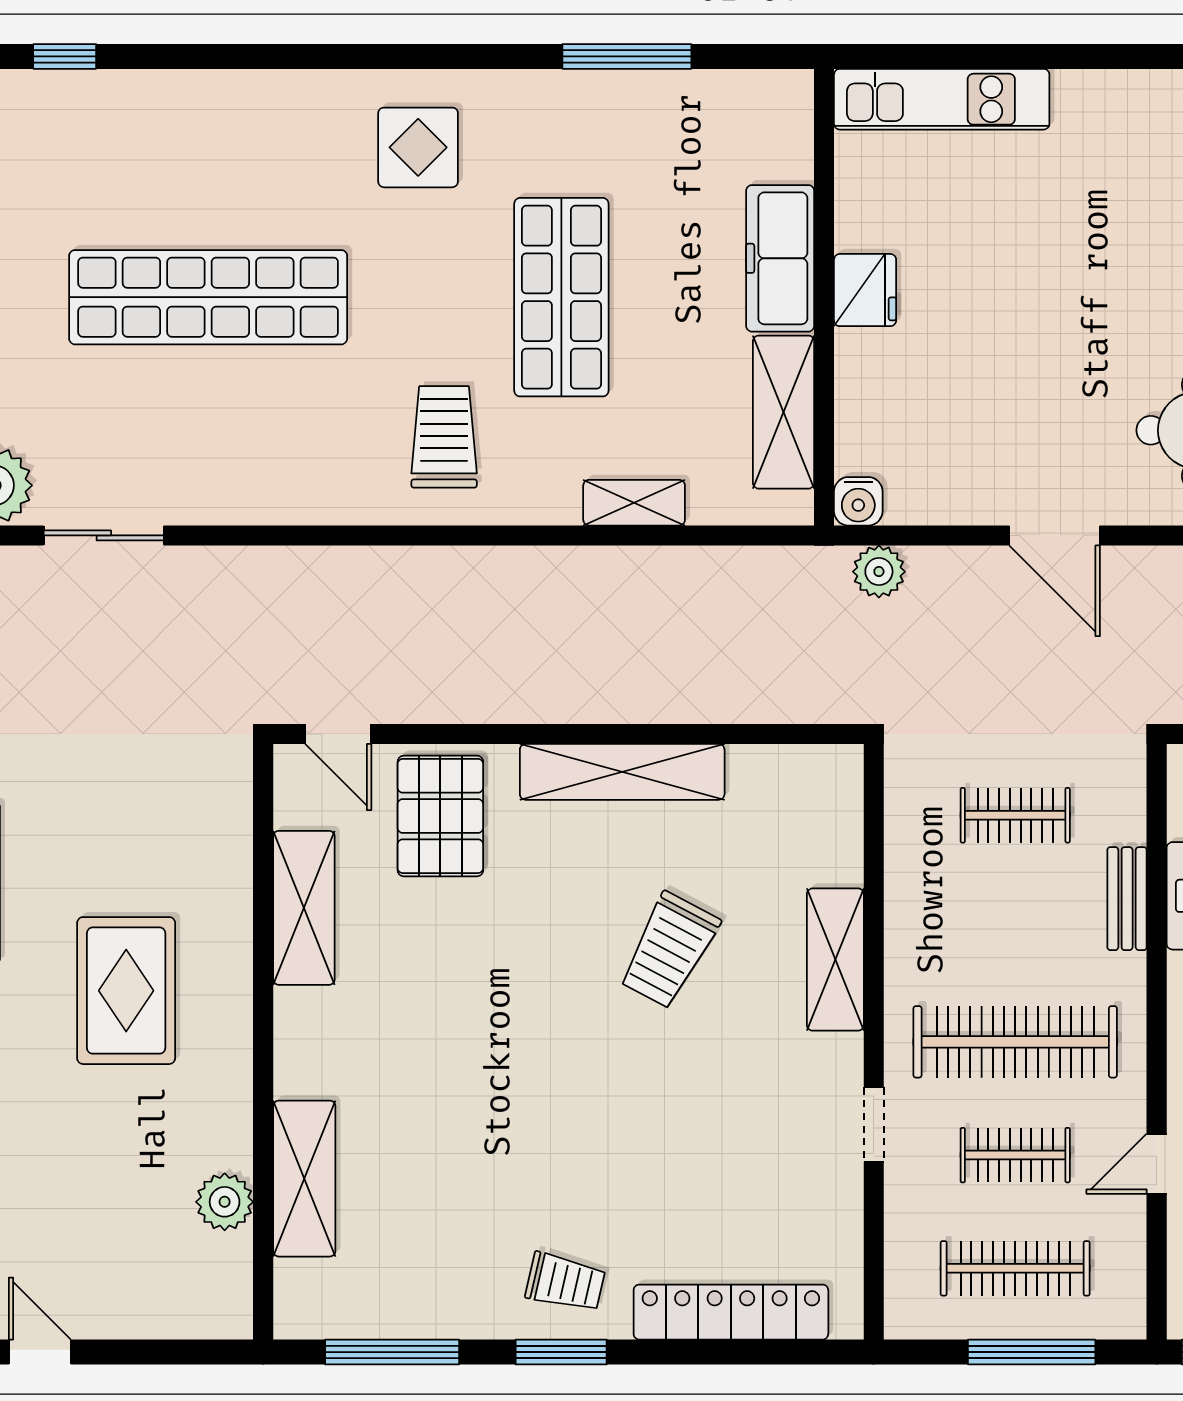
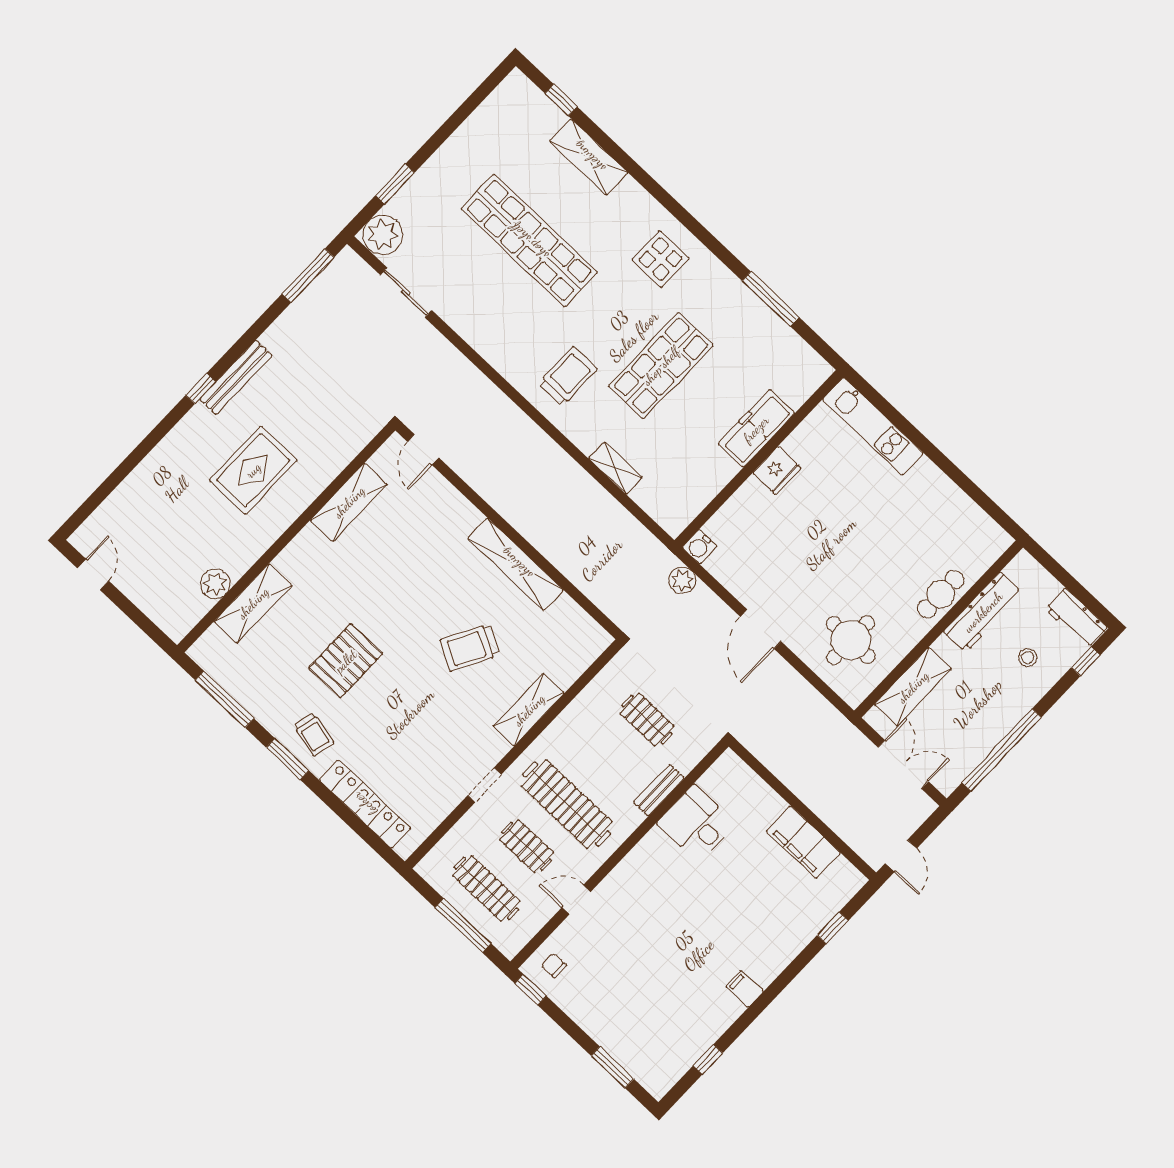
shelving: (784, 412) -> (589, 157), moved, turned 90
pallet: (440, 816) -> (346, 661), moved

